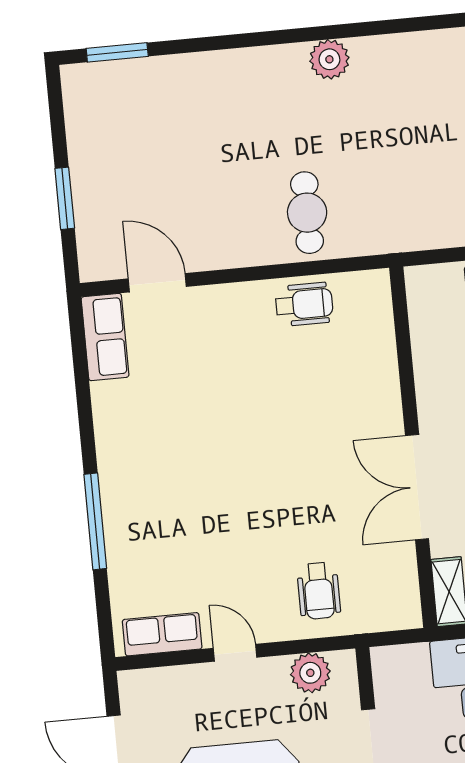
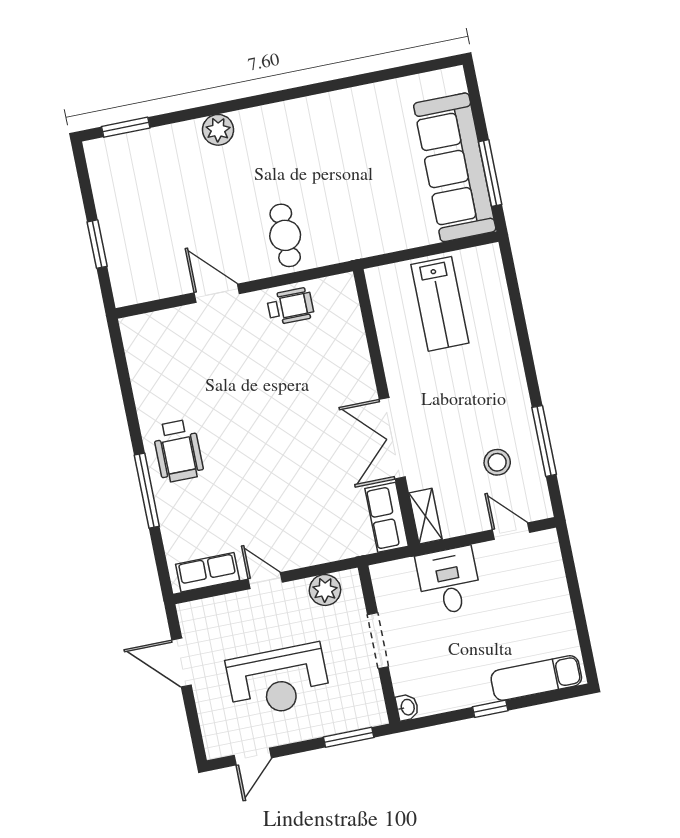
plant: (329, 59) -> (218, 130), moved
door: (157, 283) -> (217, 293), moved
row of seats: (105, 337) -> (387, 517), moved, turned 180
wheelchair: (319, 591) -> (178, 451), moved, width x1.36, depth x1.37

